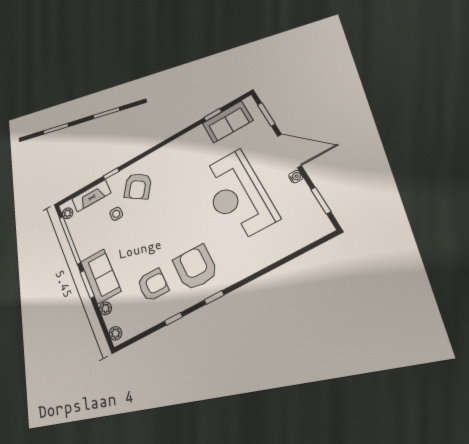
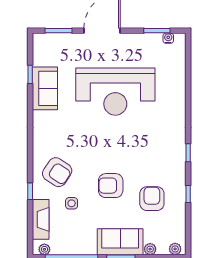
sofa: (228, 122) -> (45, 88), moved
water cooler: (296, 177) -> (168, 38), moved
armchair: (195, 268) -> (111, 186), moved, width x0.73, depth x0.73

